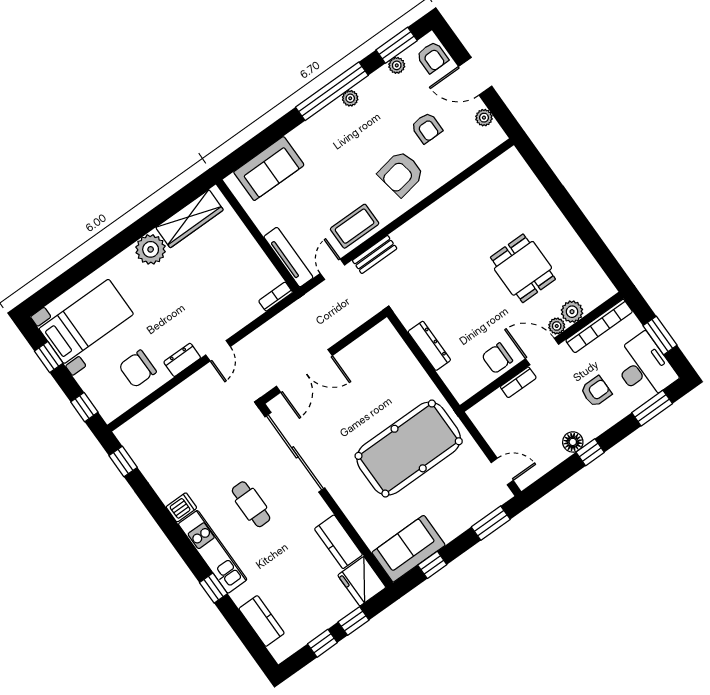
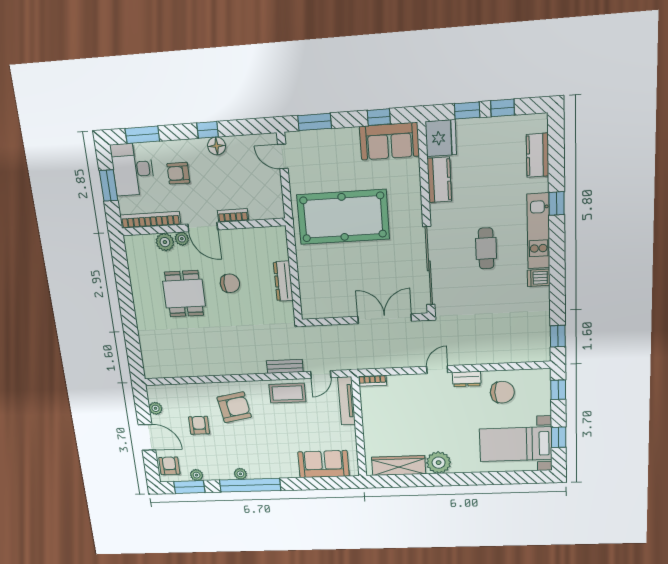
chair: (497, 358) -> (230, 283), moved

